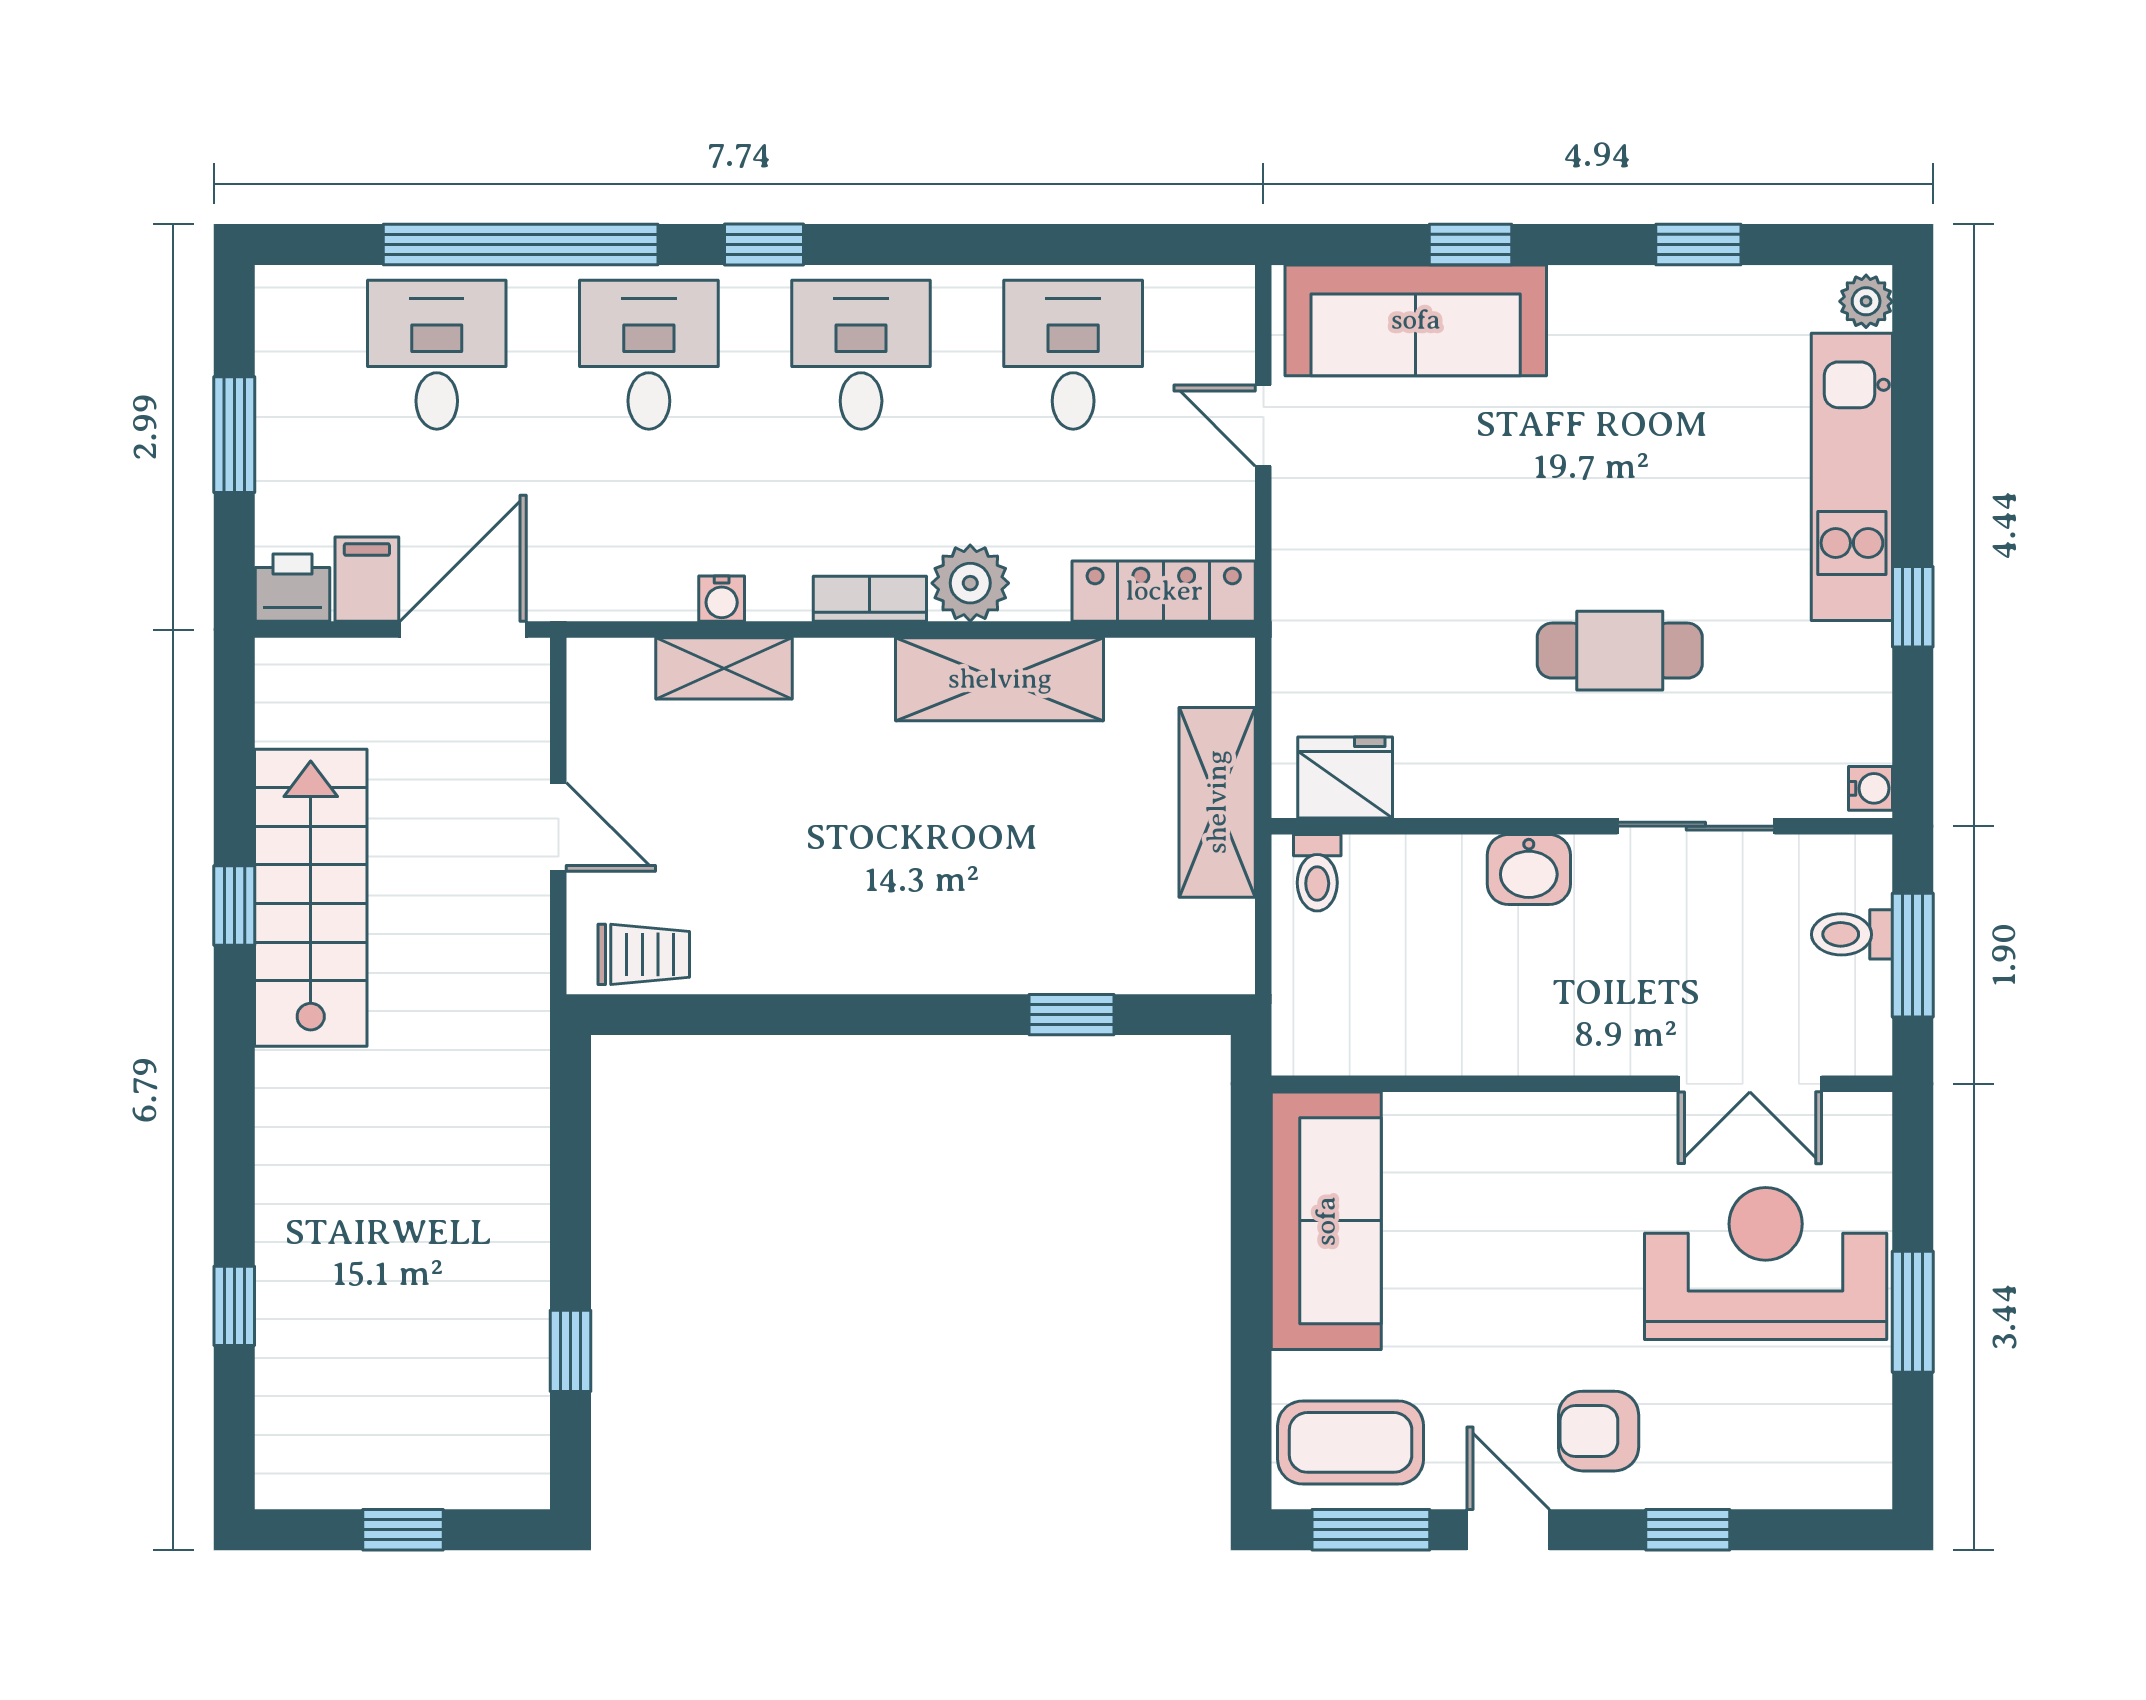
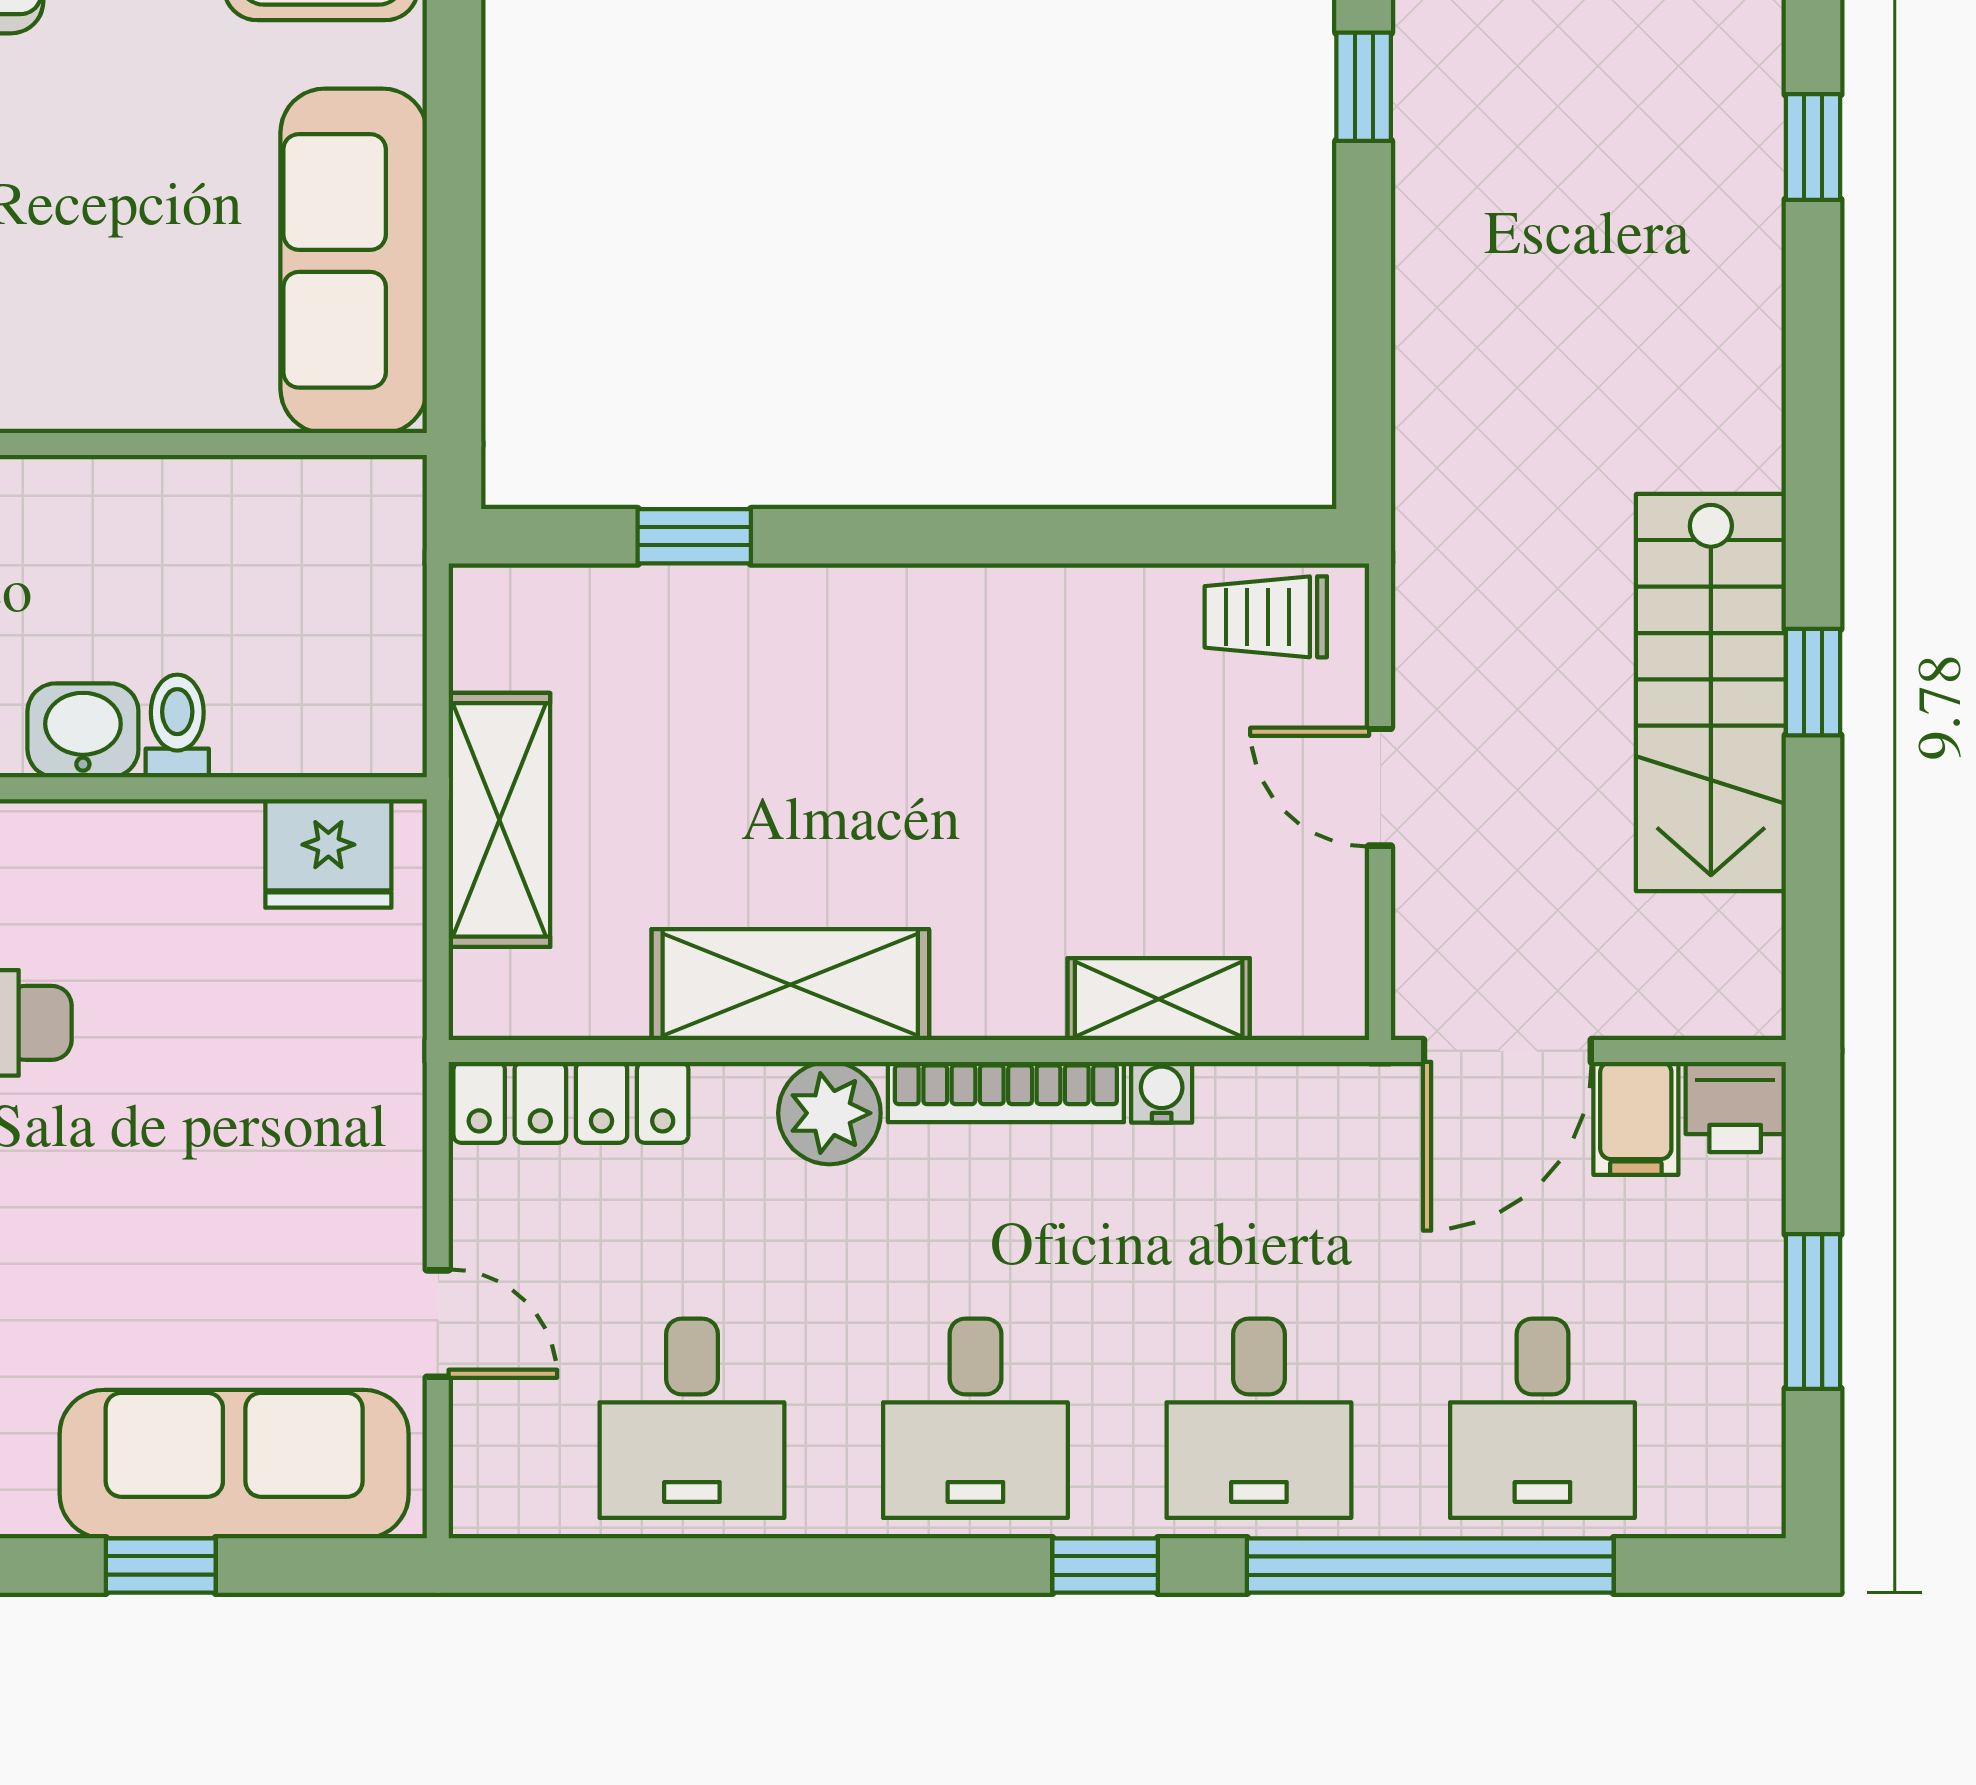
bookcase: (870, 599) -> (1006, 1092), width x1.56
toilet: (1317, 873) -> (177, 726), moved

